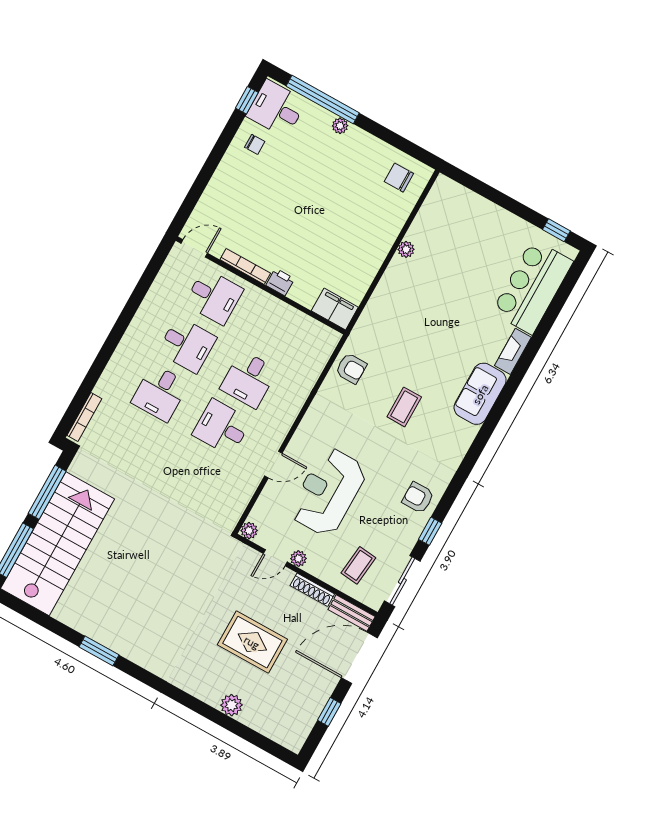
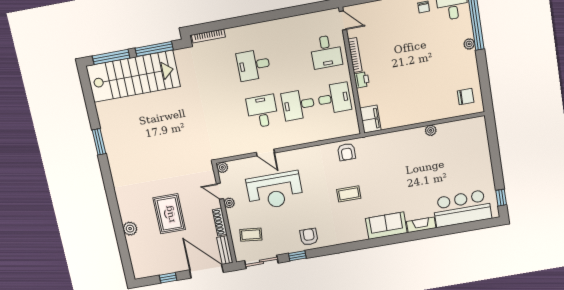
chair: (399, 178) -> (466, 97), turned 90
desk: (187, 345) -> (334, 98), moved, turned -90
reception desk: (328, 492) -> (275, 191), turned 180

